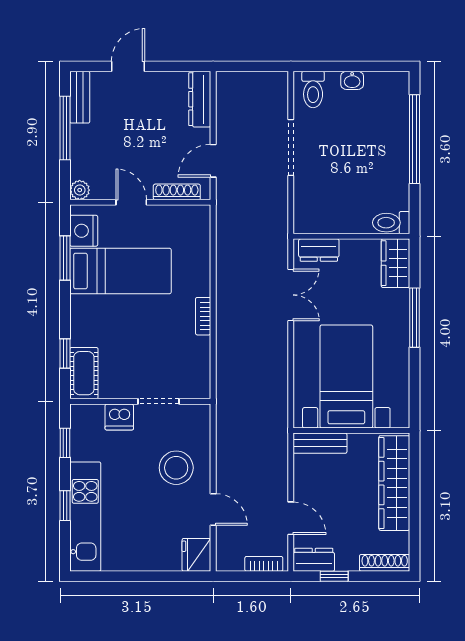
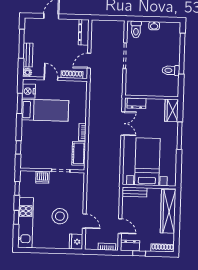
bench: (80, 97) -> (28, 55), moved
toilet: (391, 223) -> (171, 70), moved
cot: (84, 373) -> (79, 153), moved
stool: (176, 468) -> (60, 216), moved

